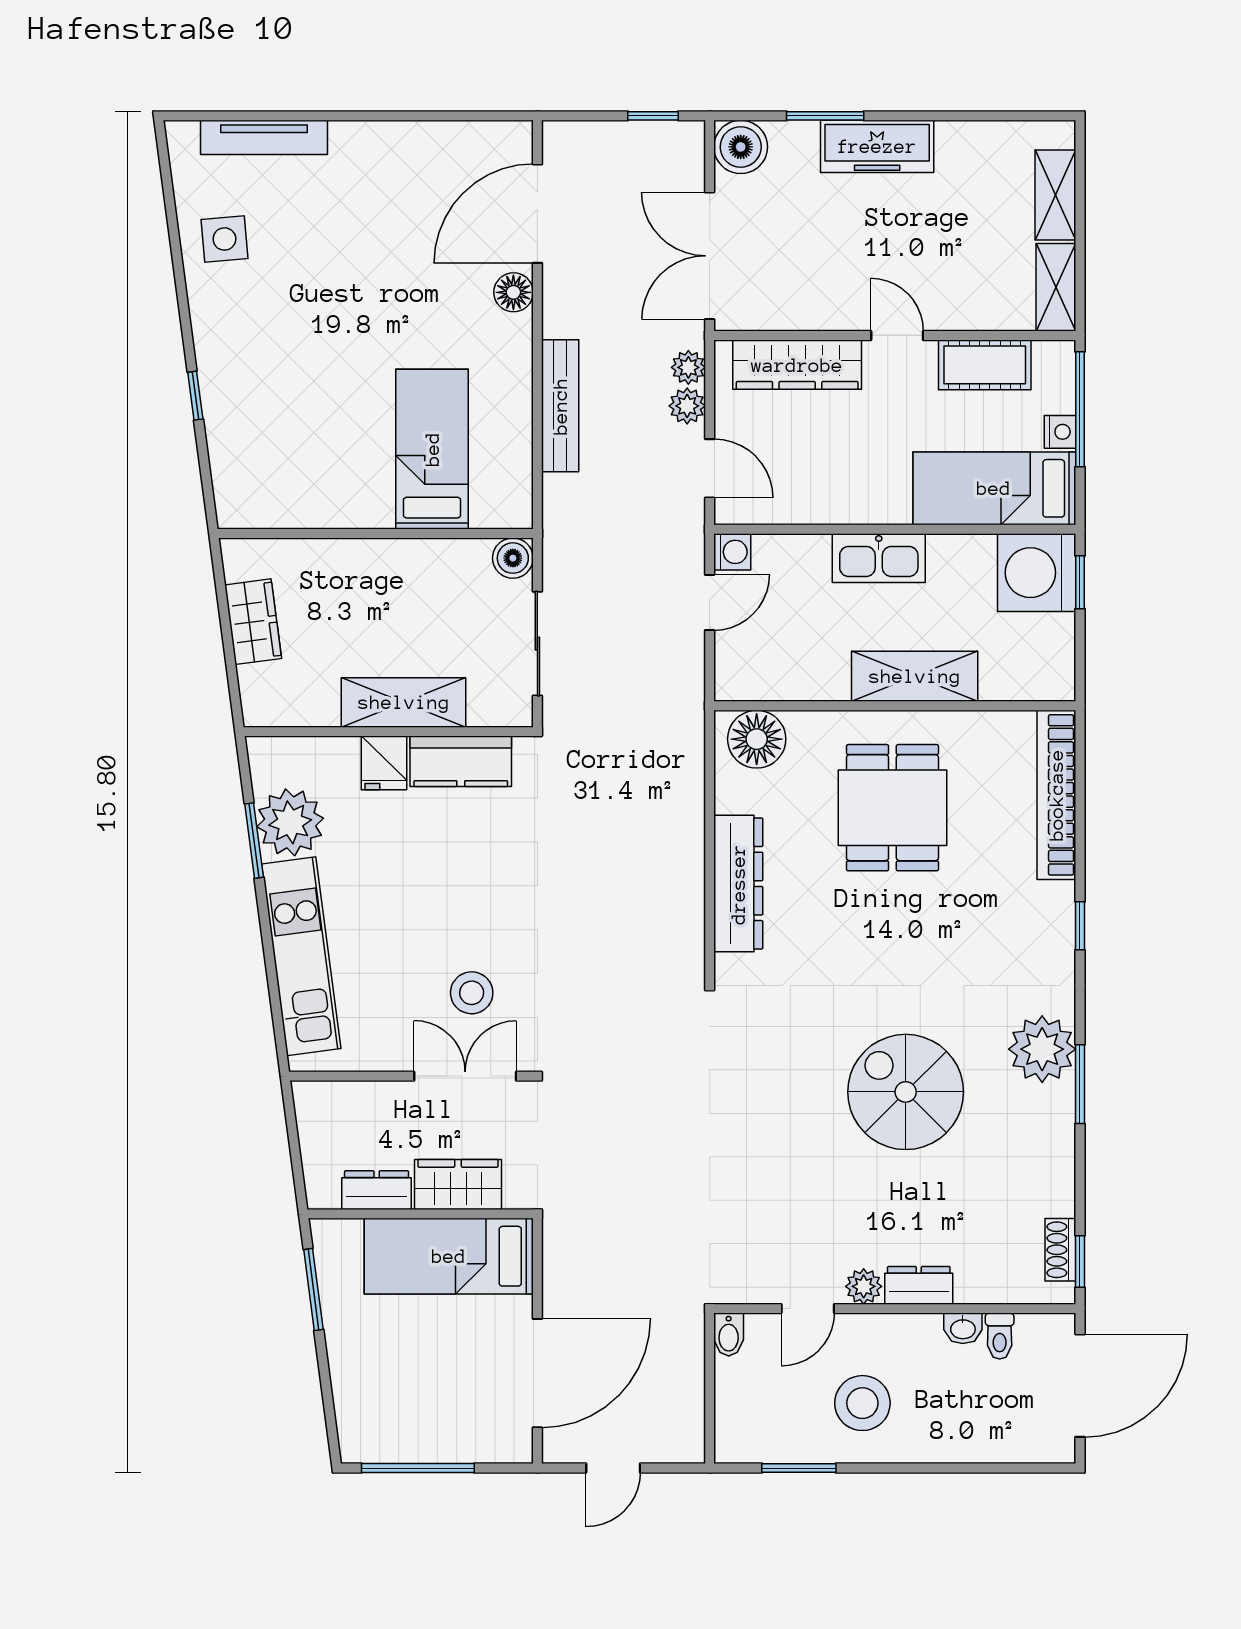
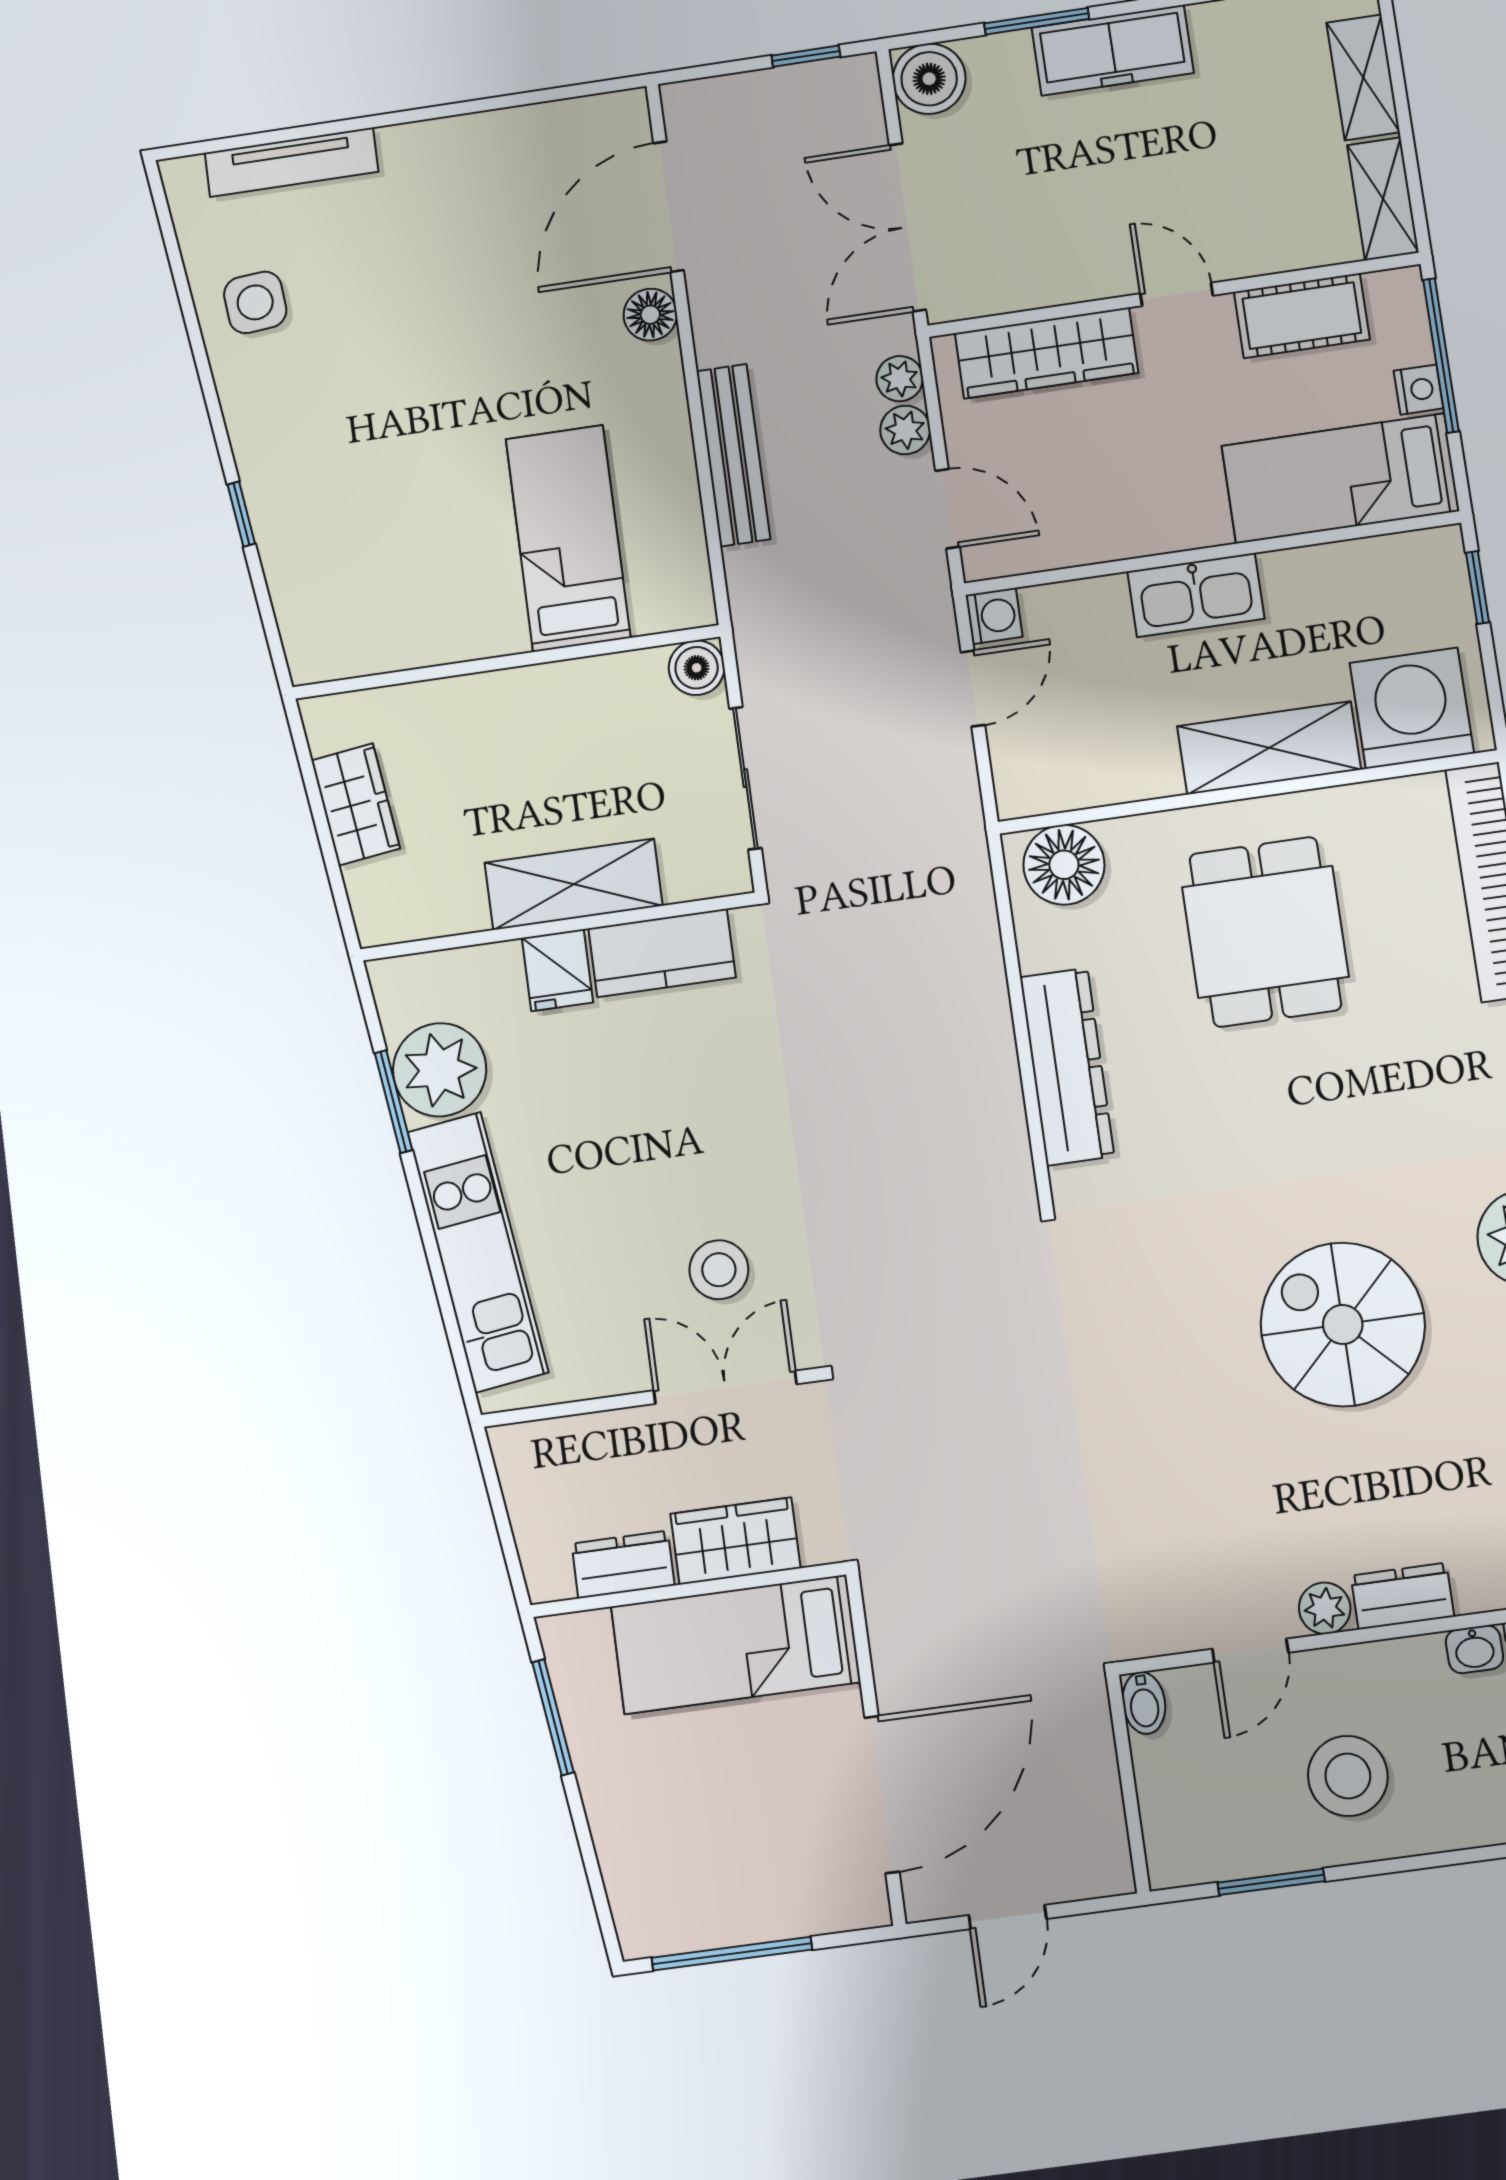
washing machine: (1037, 573) -> (1412, 708), moved, turned 90

